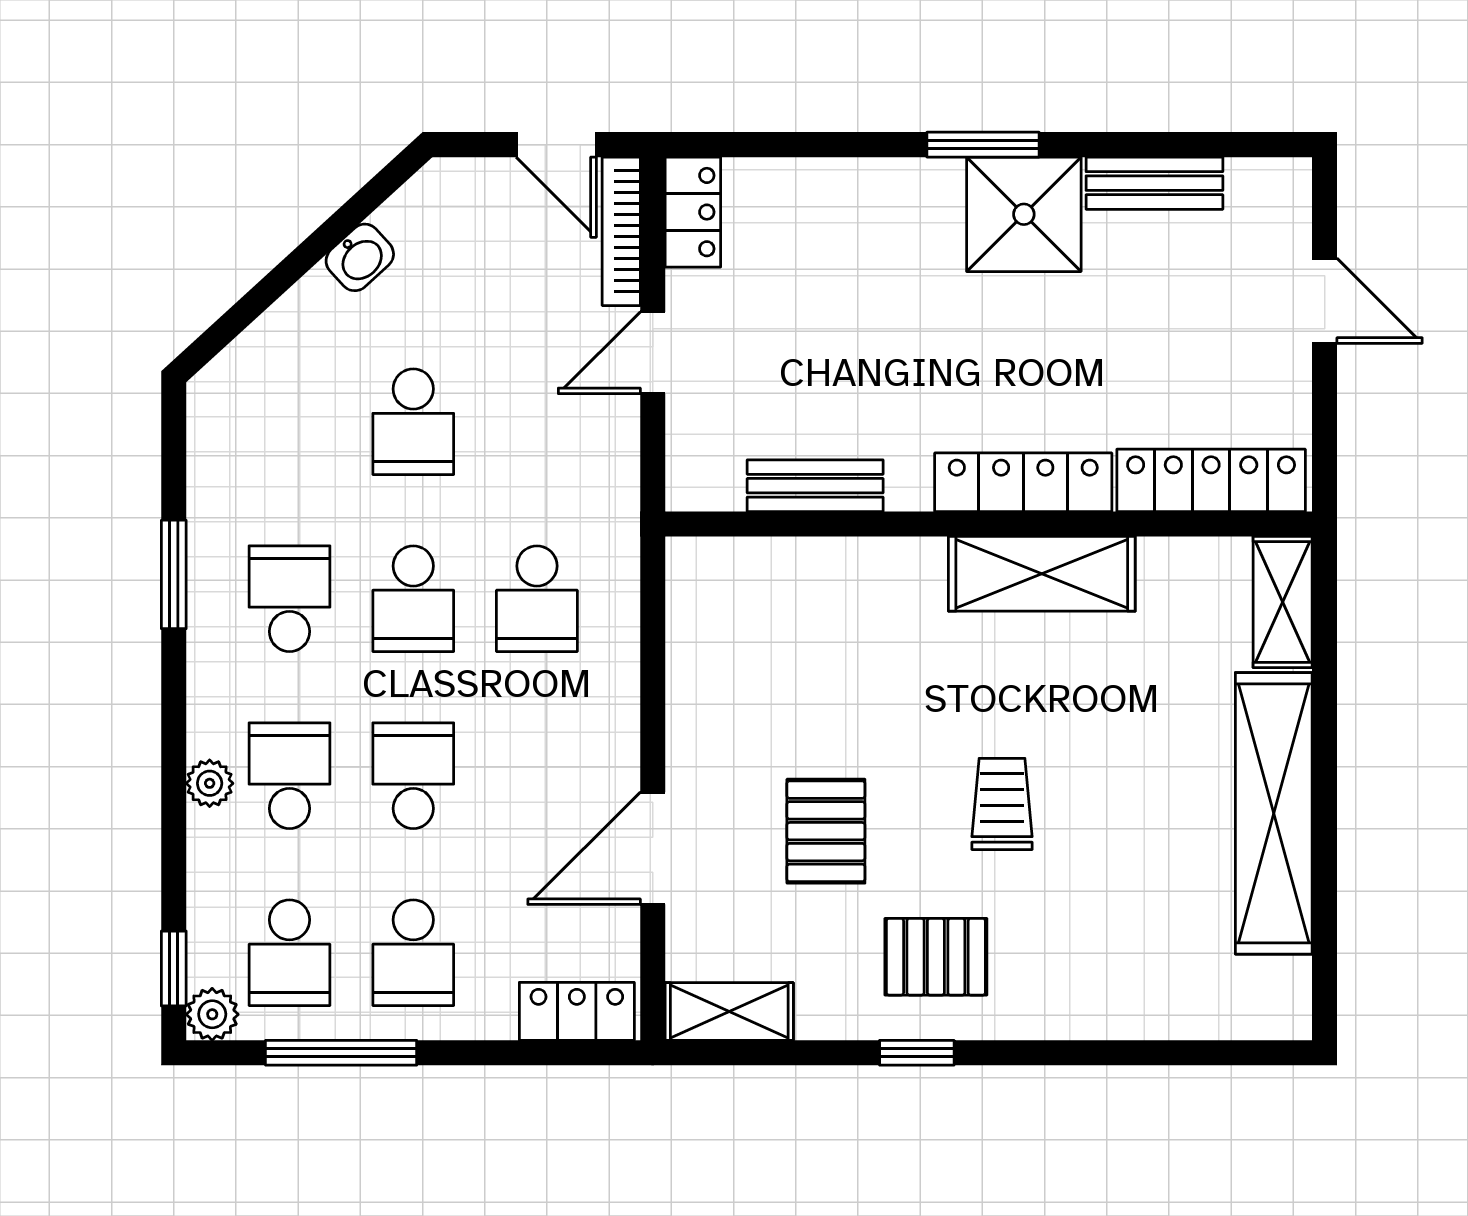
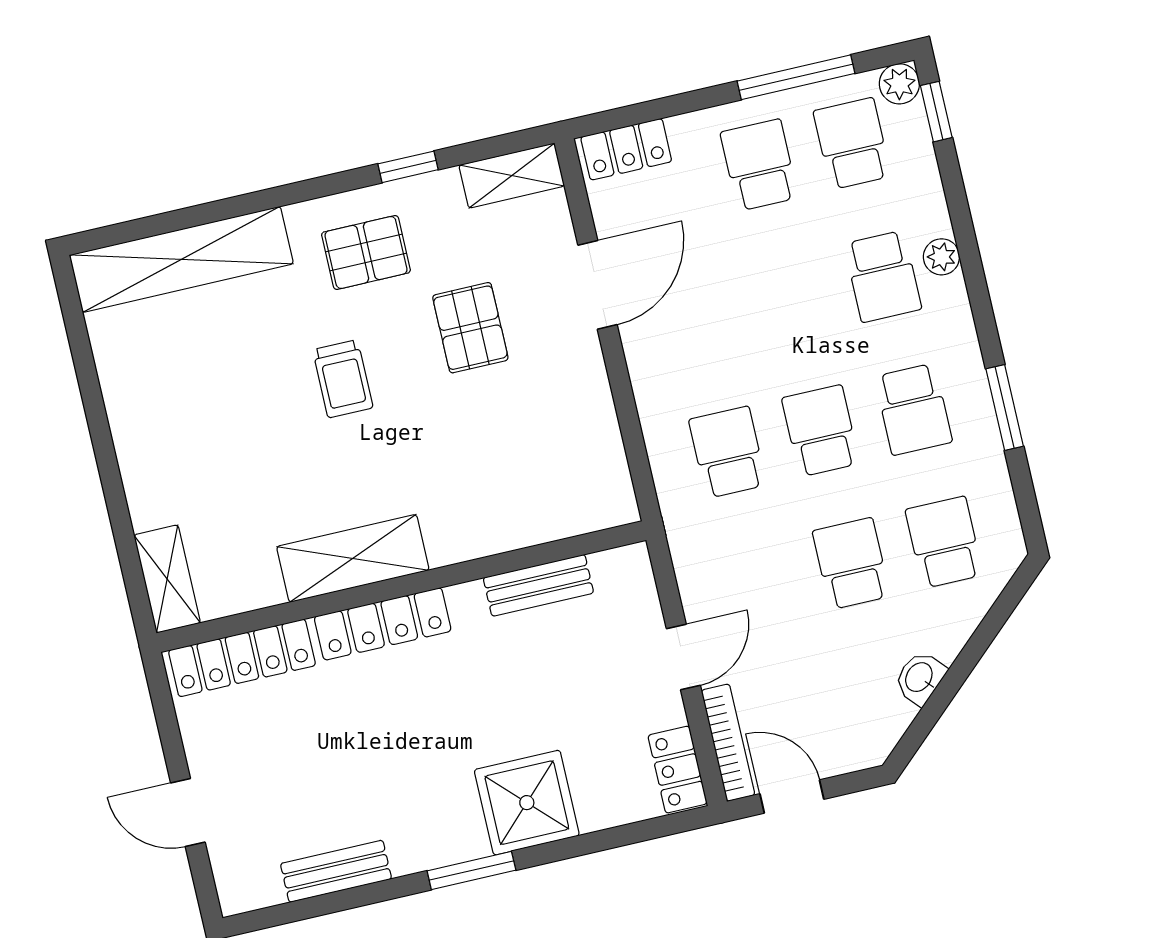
shower: (1024, 214) -> (527, 803), moved
school desk: (413, 776) -> (944, 542), moved, turned 180
shelving: (1274, 813) -> (181, 259), moved, turned 90
window: (917, 1053) -> (408, 167), moved

